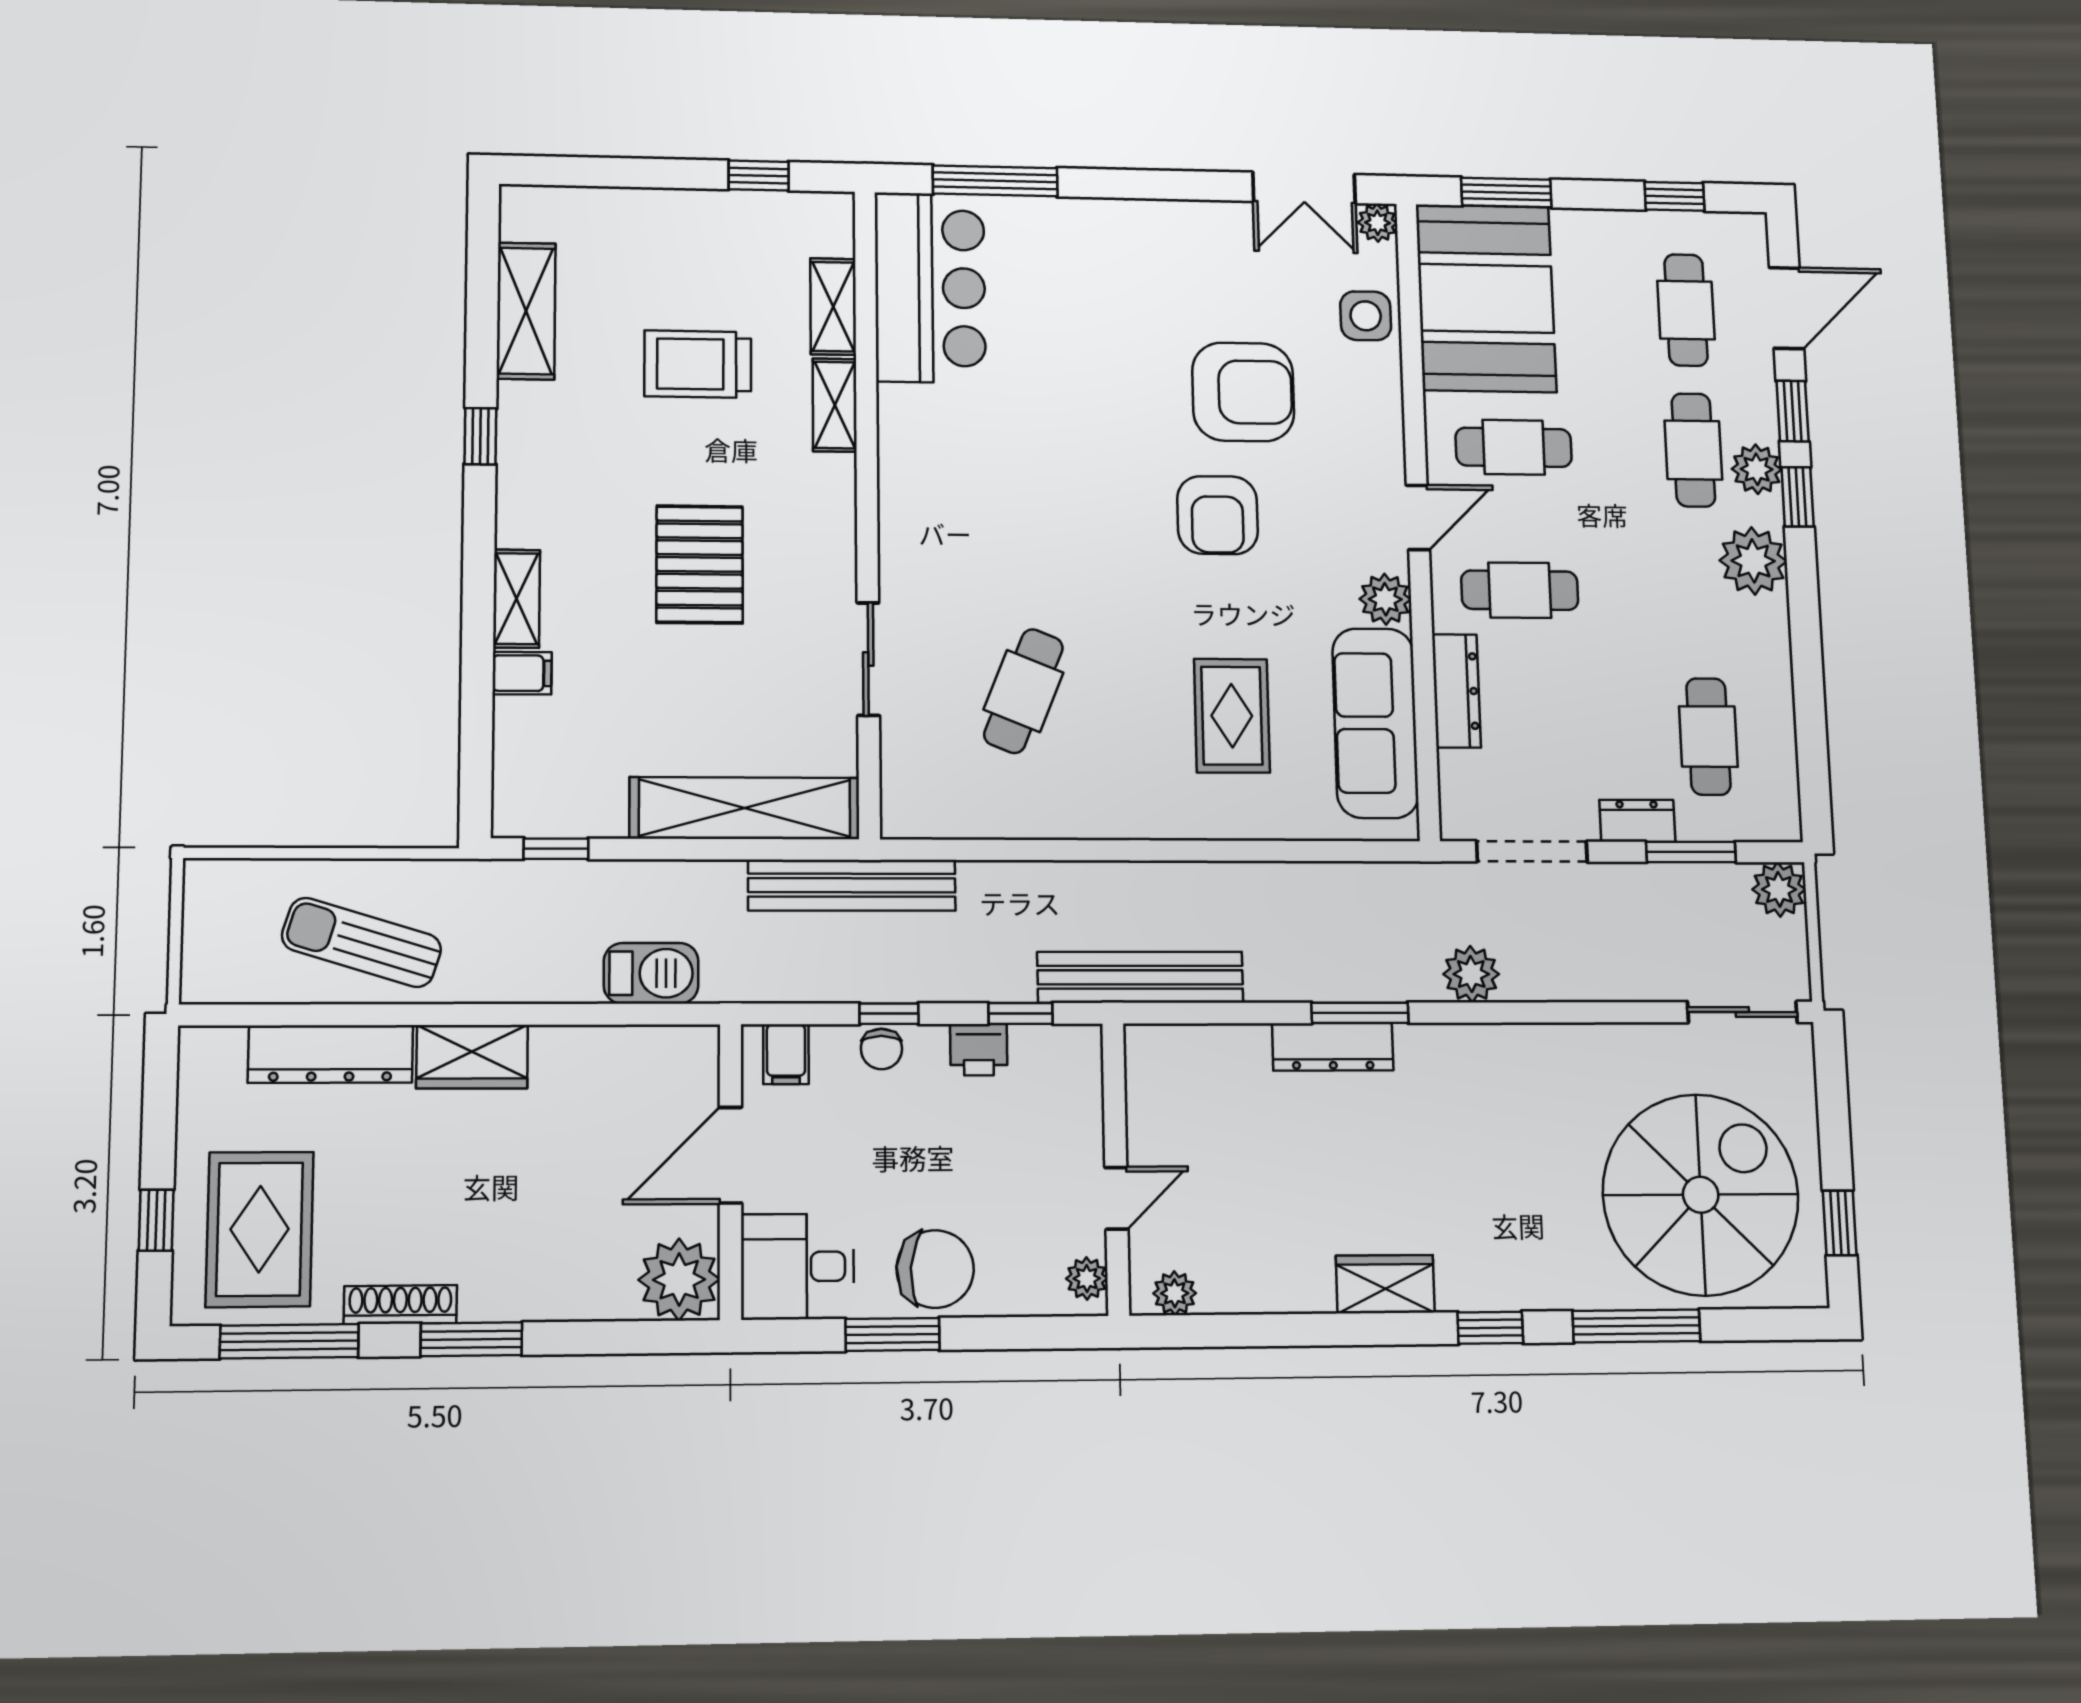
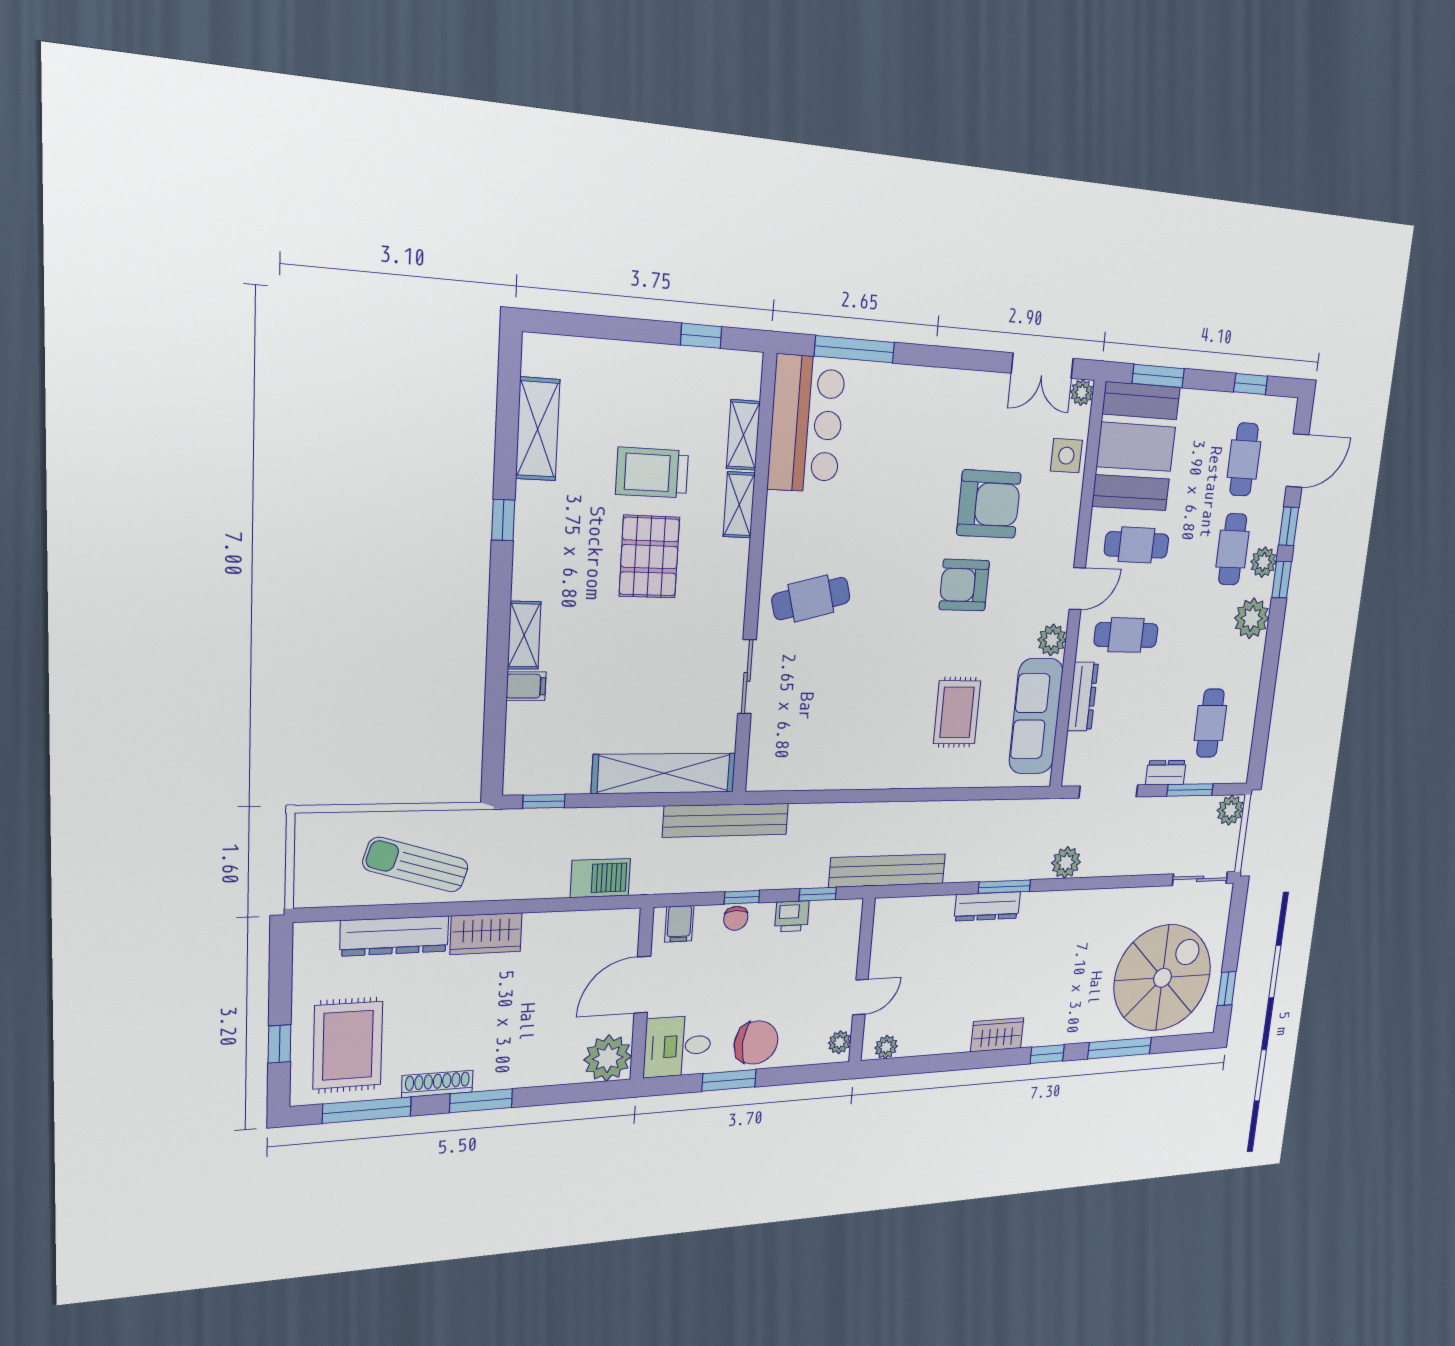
armchair: (1217, 515) -> (964, 585), turned 90
pallet: (700, 564) -> (649, 557), moved
cafe table: (1023, 691) -> (811, 599), moved, turned 53

